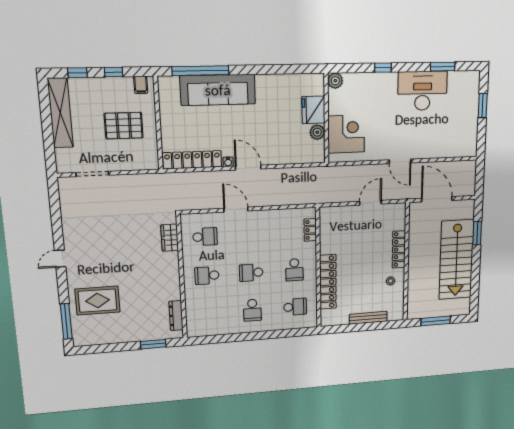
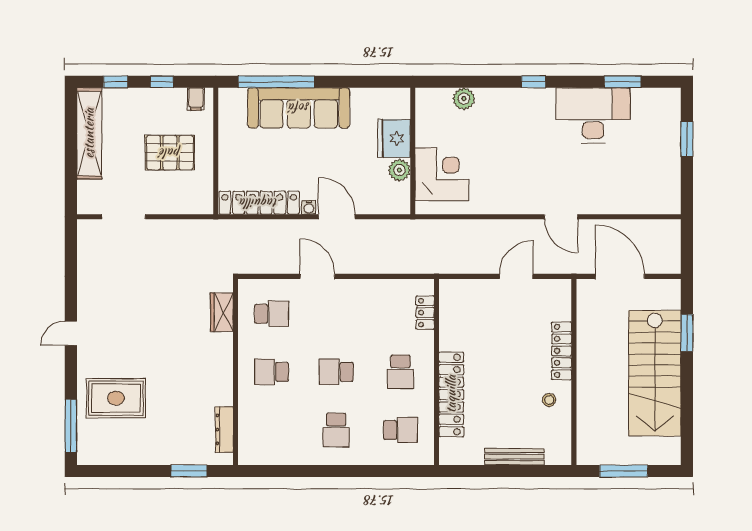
fridge: (313, 110) -> (394, 138), moved
wall: (326, 118) -> (413, 151), moved
plant: (317, 132) -> (399, 170), moved
corner desk: (346, 134) -> (442, 174), moved

